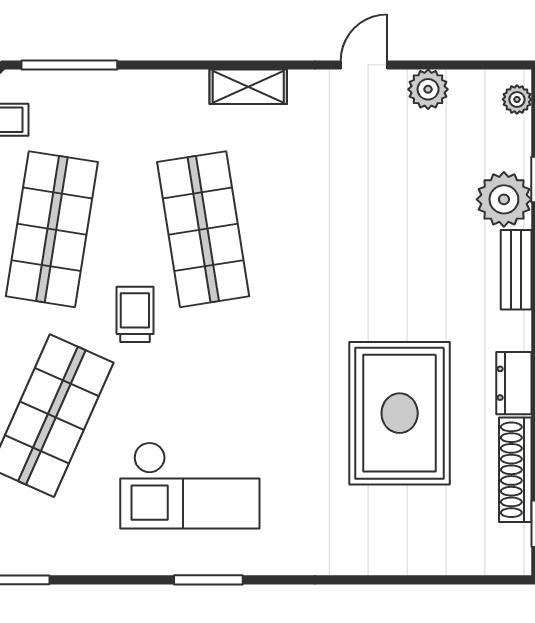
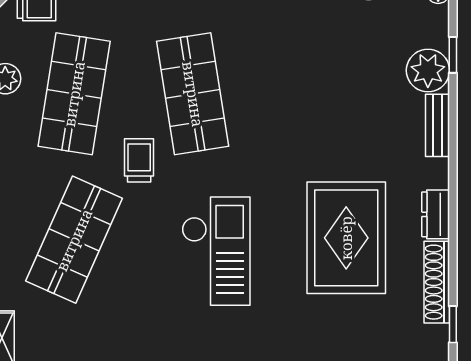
checkout: (190, 485) -> (216, 251), moved, turned -90

